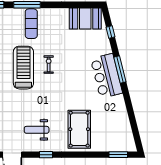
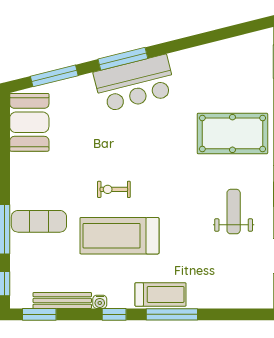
window: (111, 32) -> (54, 76), width x2.17
weight bench: (37, 130) -> (234, 212), turned 180

